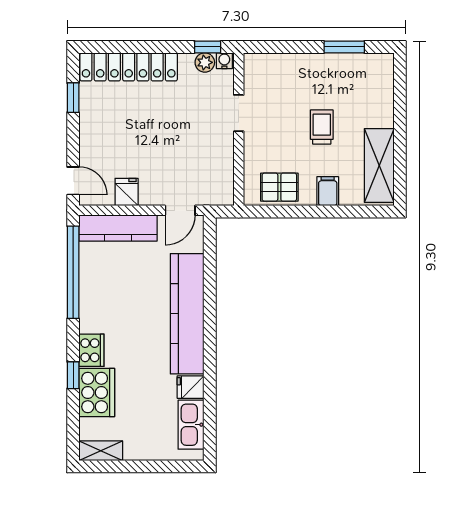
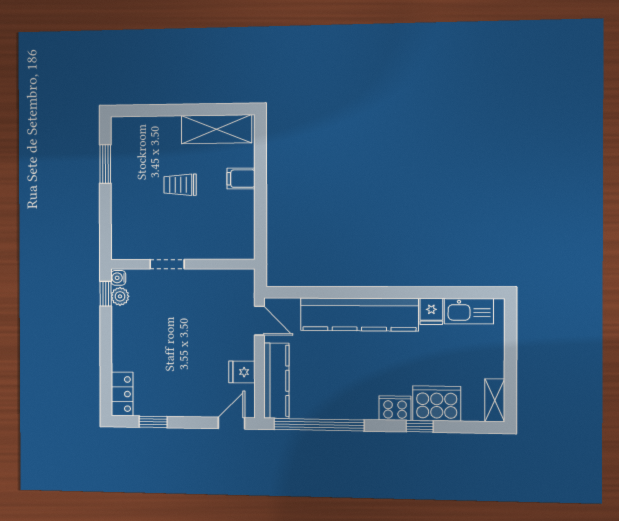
locker: (129, 67) -> (122, 394), width x0.46, depth x0.83
pallet: (279, 187) -> (237, 225), removed

